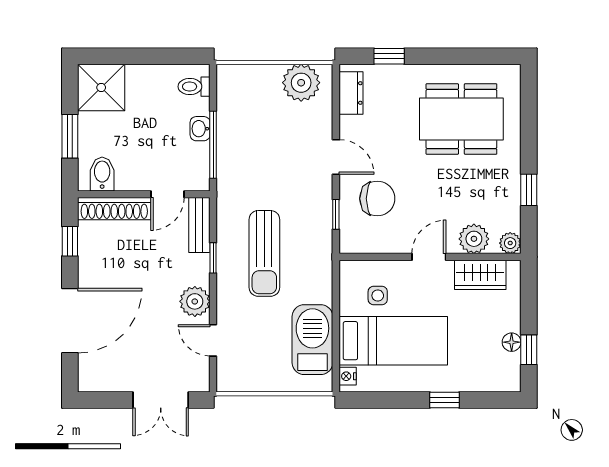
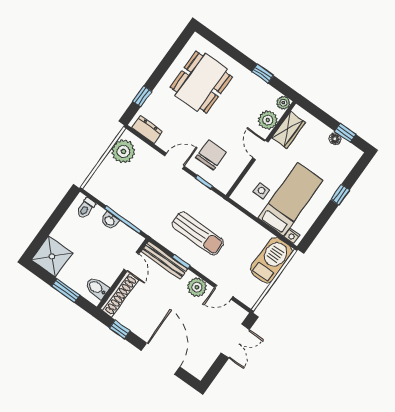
bench: (199, 225) -> (164, 260), width x1.36
barbecue: (312, 340) -> (271, 260), moved, turned 90

